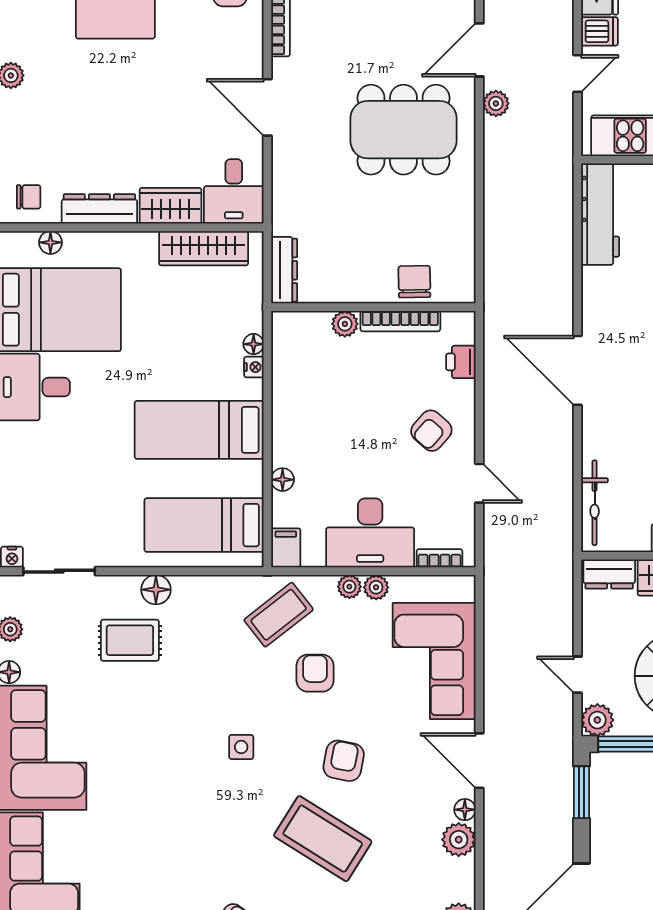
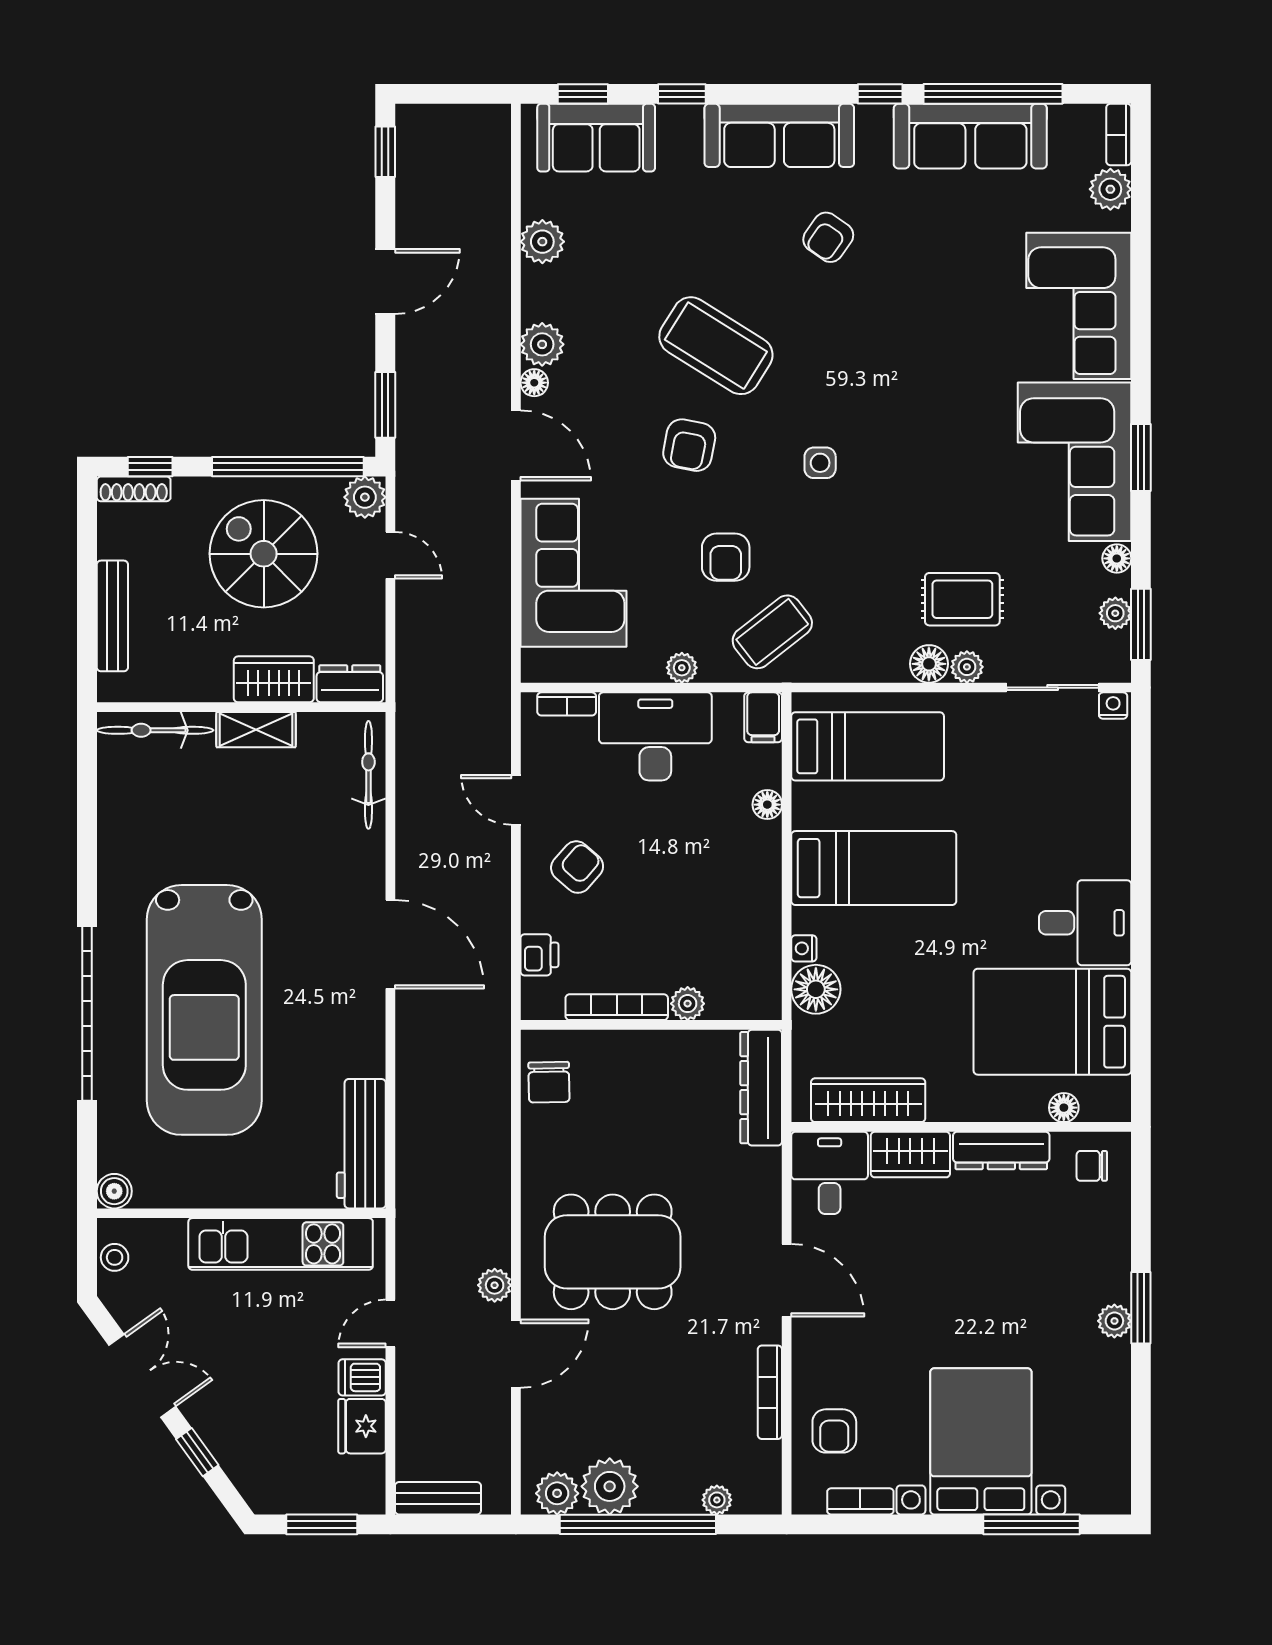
dresser: (284, 270) -> (761, 1088), width x1.37, depth x1.24
chair: (414, 282) -> (549, 1082), moved
floor lamp: (254, 344) -> (816, 989), width x1.89, depth x1.89
plant: (376, 587) -> (967, 667), moved

